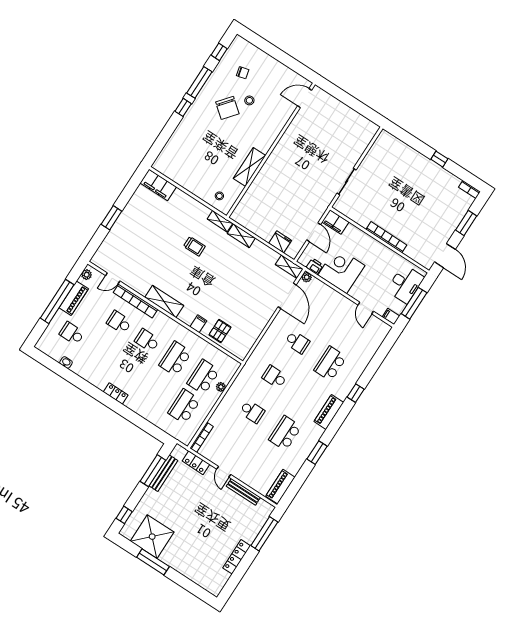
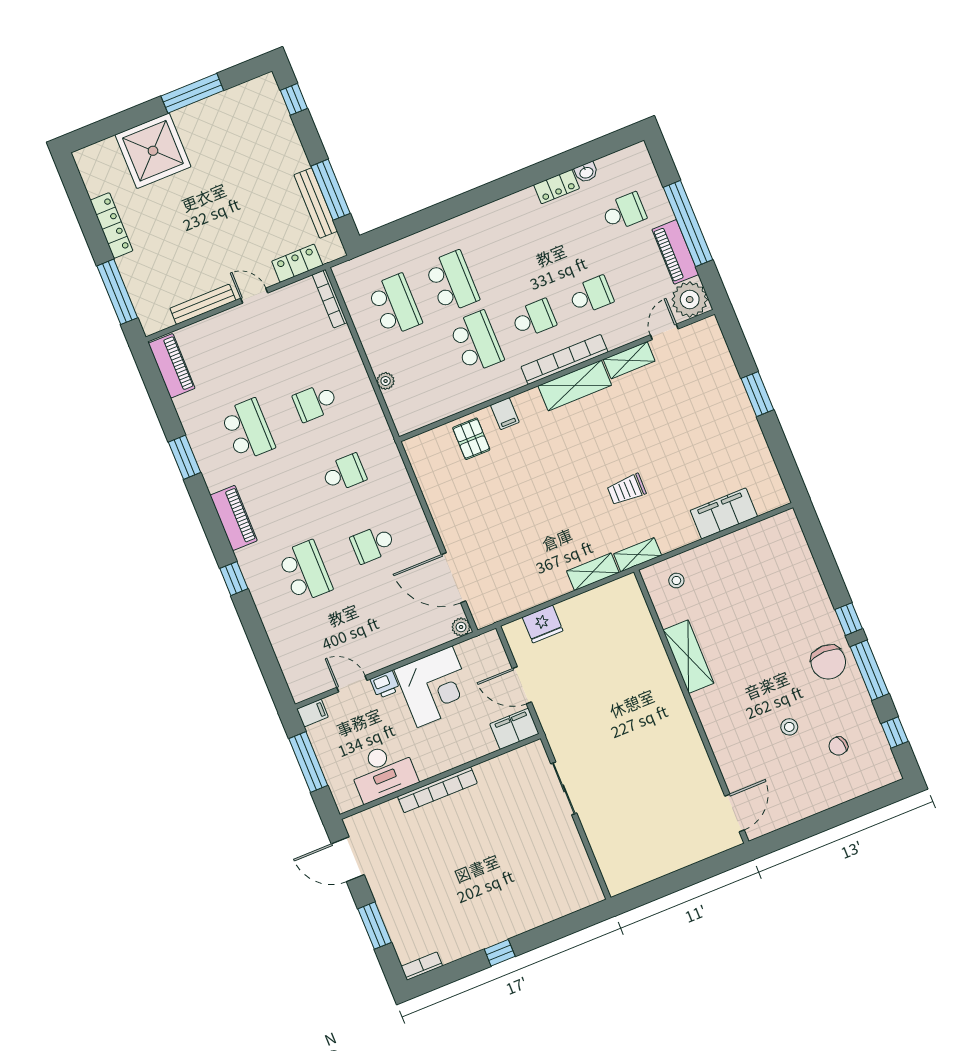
chair: (227, 108) -> (828, 662), moved, turned -129
filing cabinet: (158, 185) -> (724, 513), moved
printer: (315, 266) -> (385, 685), moved
shelving: (289, 267) -> (629, 360), moved
plant: (87, 275) -> (690, 299), width x1.88, depth x1.88
desk: (405, 284) -> (383, 772), moved, turned -90
bookcase: (135, 301) -> (564, 359), moved
school desk: (203, 377) -> (452, 282), moved
locker: (116, 393) -> (557, 187), moved
shower: (152, 537) -> (153, 151), moved

